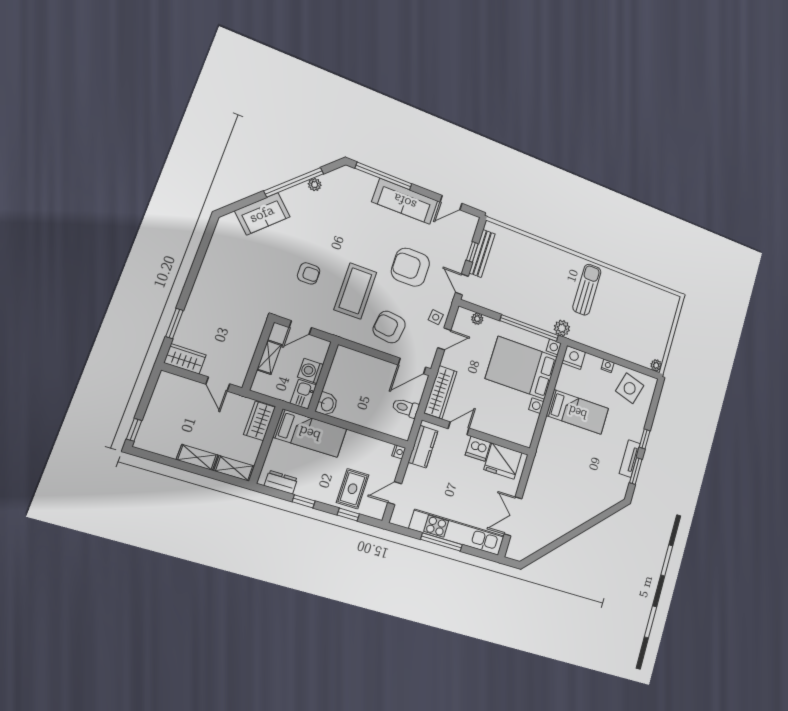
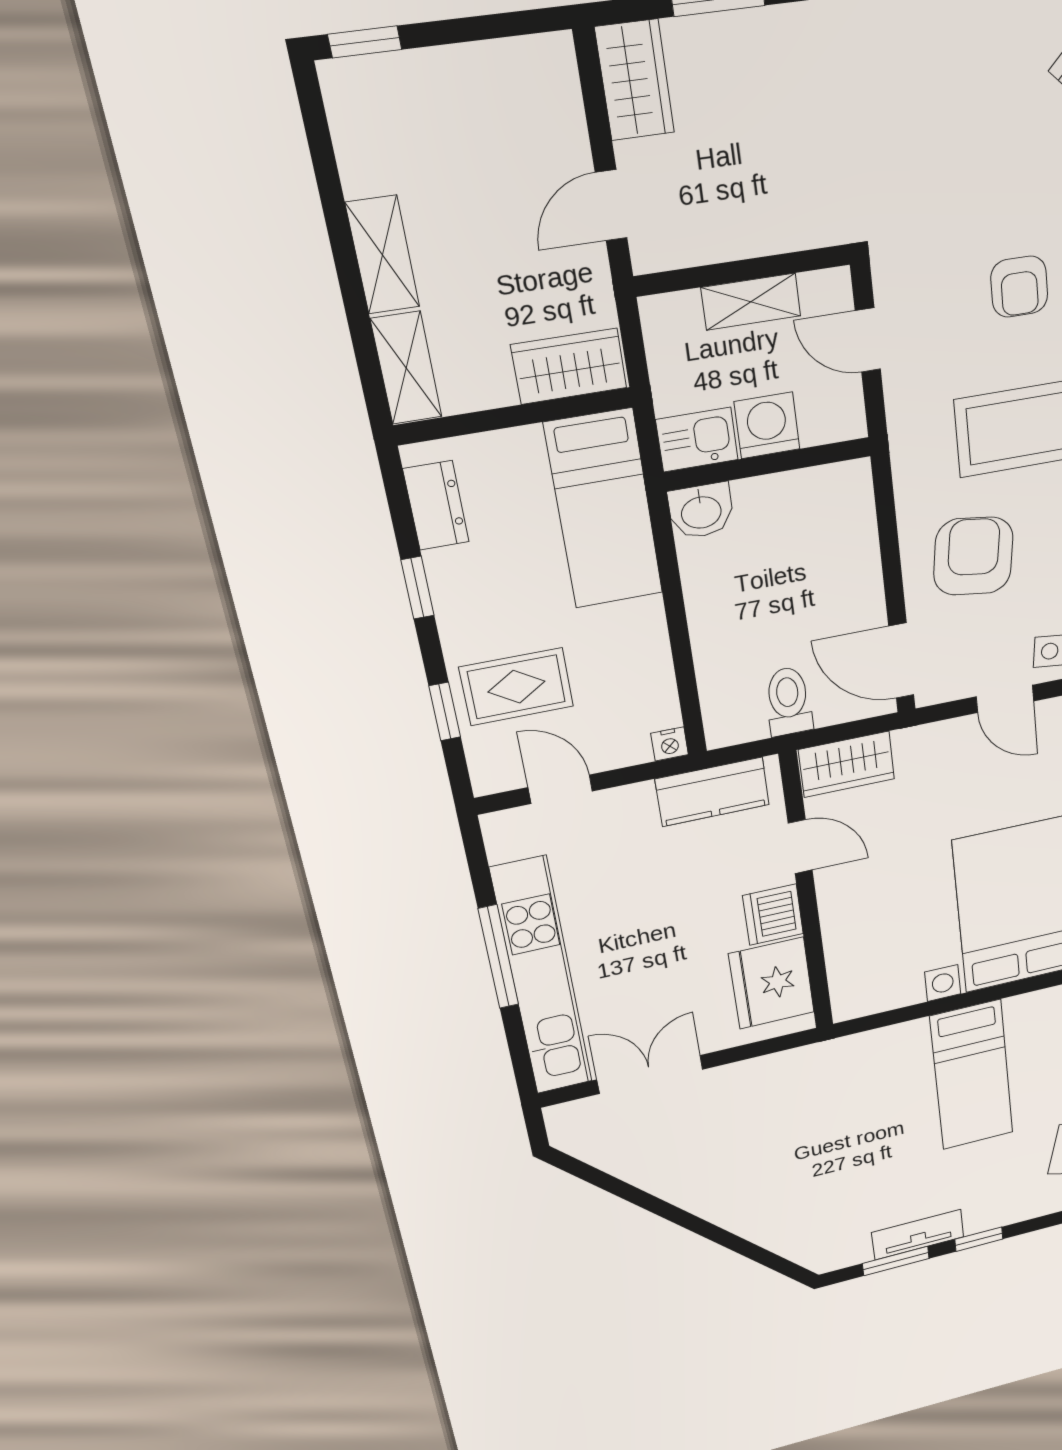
wardrobe: (441, 392) -> (847, 764), width x0.67

